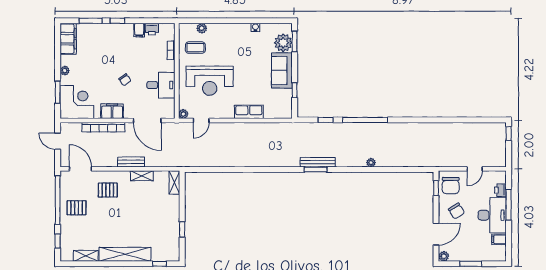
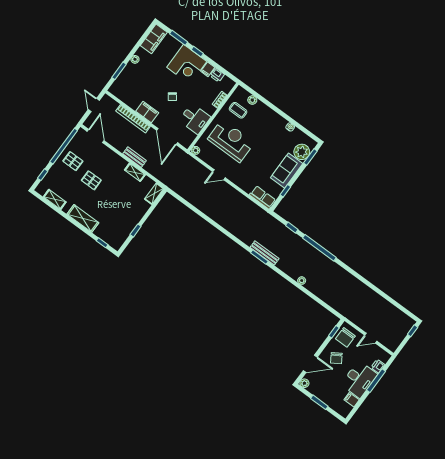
reception desk: (210, 81) -> (231, 141), turned 180
corner desk: (77, 102) -> (187, 64), moved, turned 90
row of seats: (249, 112) -> (263, 197), moved
door: (201, 121) -> (219, 175), moved
pallet: (108, 190) -> (91, 180), moved
shelving: (125, 254) -> (83, 218), width x0.68

